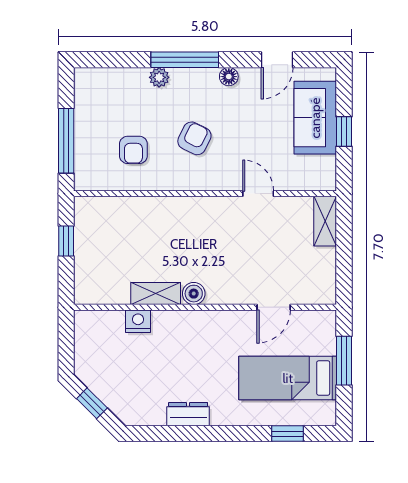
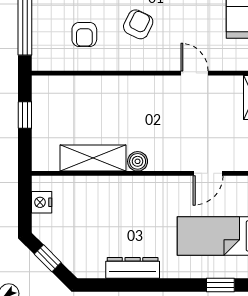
shelving: (156, 294) -> (93, 158), width x1.50, depth x1.33
nightstand: (138, 321) -> (42, 202), moved, turned -90
dresser: (188, 414) -> (133, 268), width x1.44

